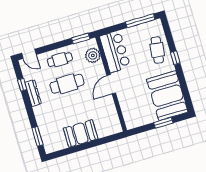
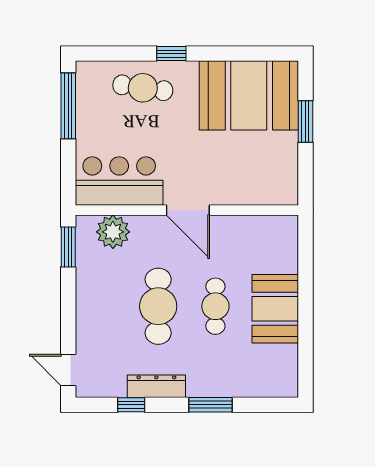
door: (29, 54) -> (68, 370), swing flipped
cafe table: (60, 60) -> (215, 306), moved
window: (37, 136) -> (210, 405), moved

